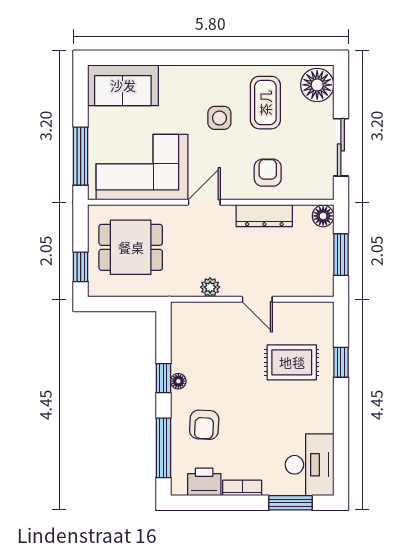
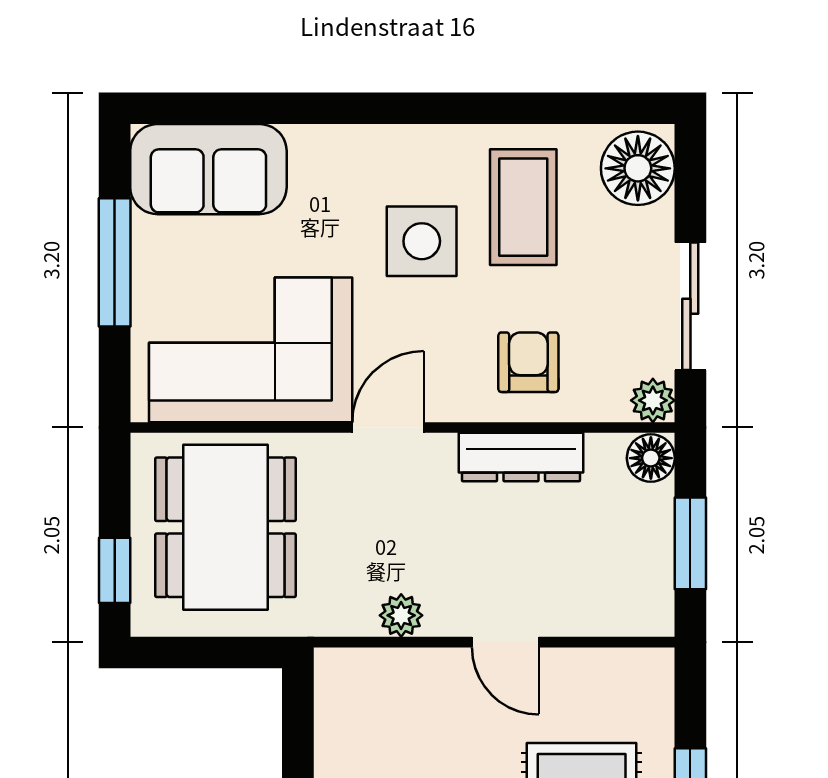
side table: (219, 118) -> (422, 241), width x1.37, depth x1.37
window: (81, 156) -> (115, 262), moved
plant: (324, 190) -> (653, 400), added
dining table: (131, 247) -> (226, 527), width x1.38

